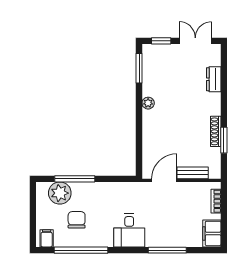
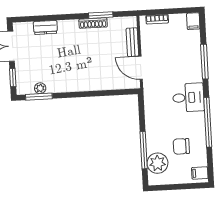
plant: (148, 103) -> (40, 88), moved
filing cabinet: (212, 233) -> (193, 21), width x0.50
window: (81, 250) -> (208, 122), moved

